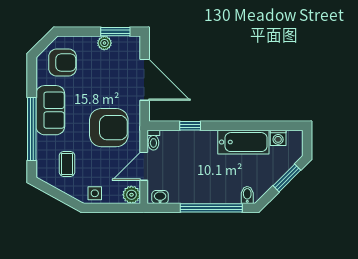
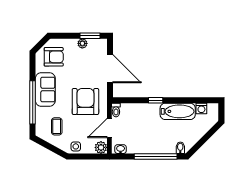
window: (190, 126) -> (156, 100), moved
armchair: (109, 128) -> (85, 101), turned -90
window: (287, 178) -> (207, 136), removed

